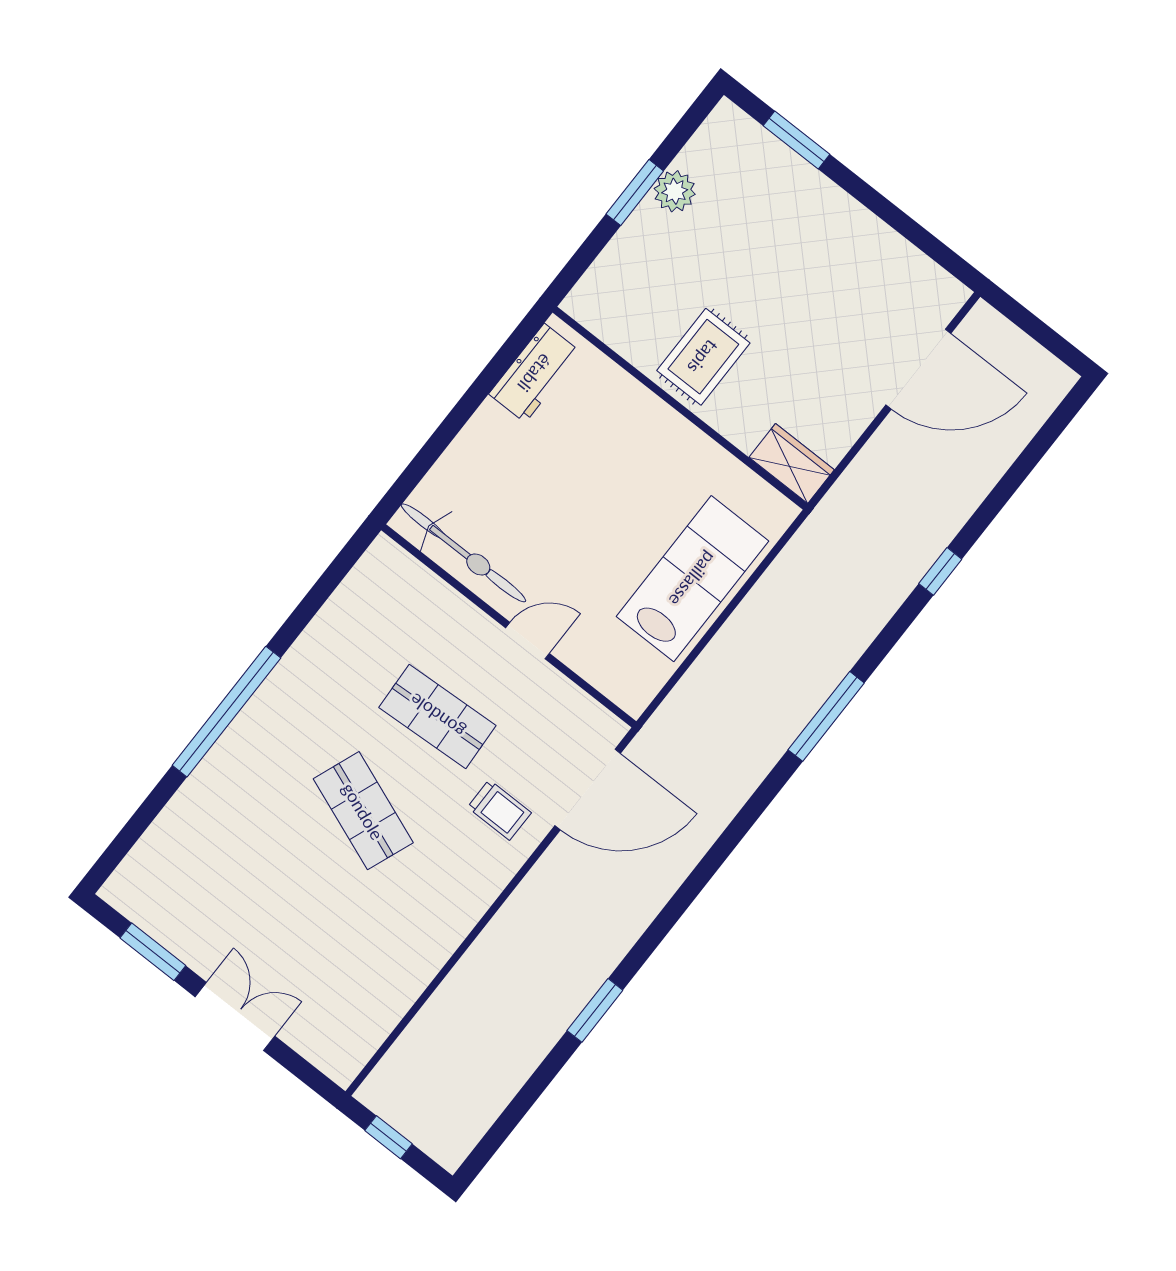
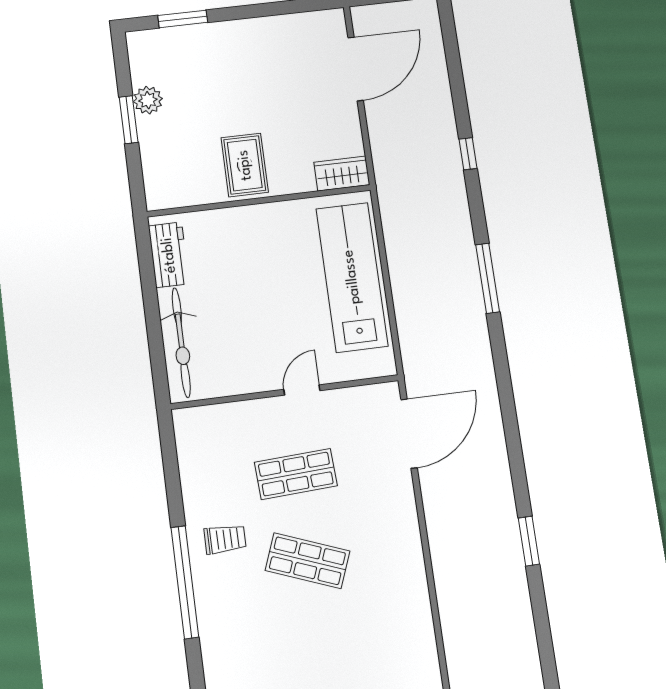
bicycle: (463, 553) -> (181, 343), moved, turned 90
lab bench: (693, 579) -> (352, 277), width x1.36
trolley: (499, 810) -> (225, 539), moved

